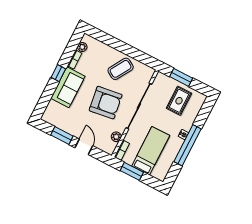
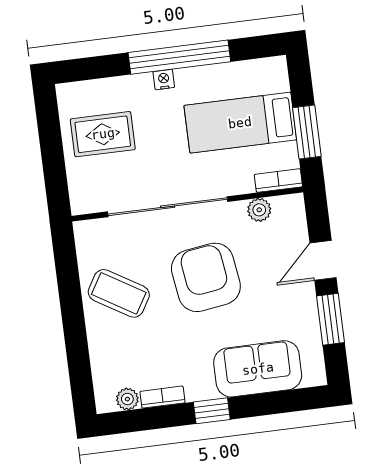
window: (181, 77) -> (53, 162), removed
sofa: (68, 87) -> (258, 369), moved

